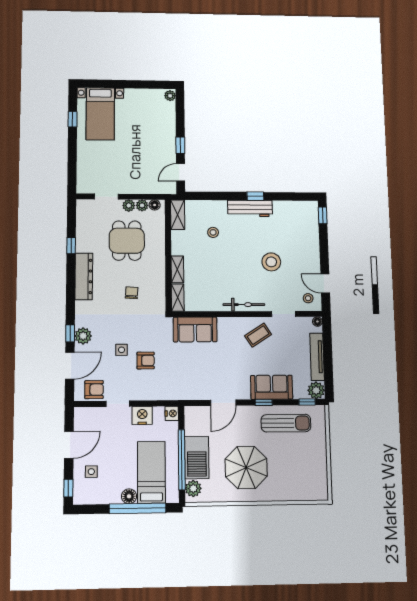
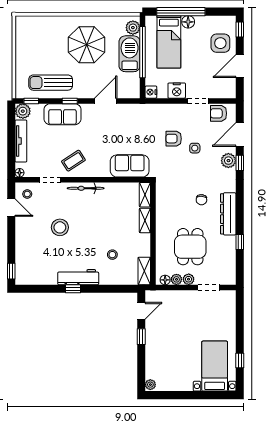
chair: (132, 293) -> (201, 200), moved
side table: (91, 472) -> (220, 43), width x1.87, depth x1.87

